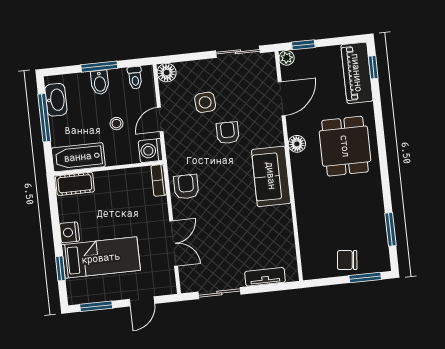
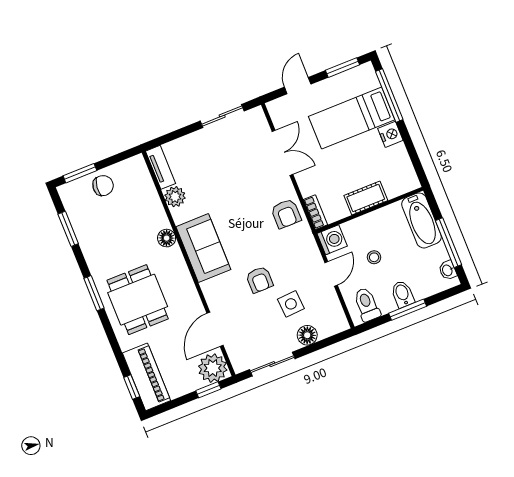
plant: (287, 58) -> (213, 368), width x1.88, depth x1.88
floor lamp: (167, 73) -> (307, 335), moved
toilet: (135, 78) -> (367, 304), width x1.37, depth x1.39
washbasin: (56, 100) -> (448, 270), width x0.52, depth x0.69
floor lamp: (297, 144) -> (167, 238), moved
bathtub: (78, 157) -> (422, 220), moved, turned 90
window: (383, 163) -> (94, 293), added
cot: (75, 184) -> (366, 198), moved
plant: (284, 231) -> (175, 197), added
double door: (174, 243) -> (282, 153), swing flipped
window: (60, 268) -> (389, 96), width x2.17
tv unit: (265, 277) -> (161, 167), moved, turned -90

